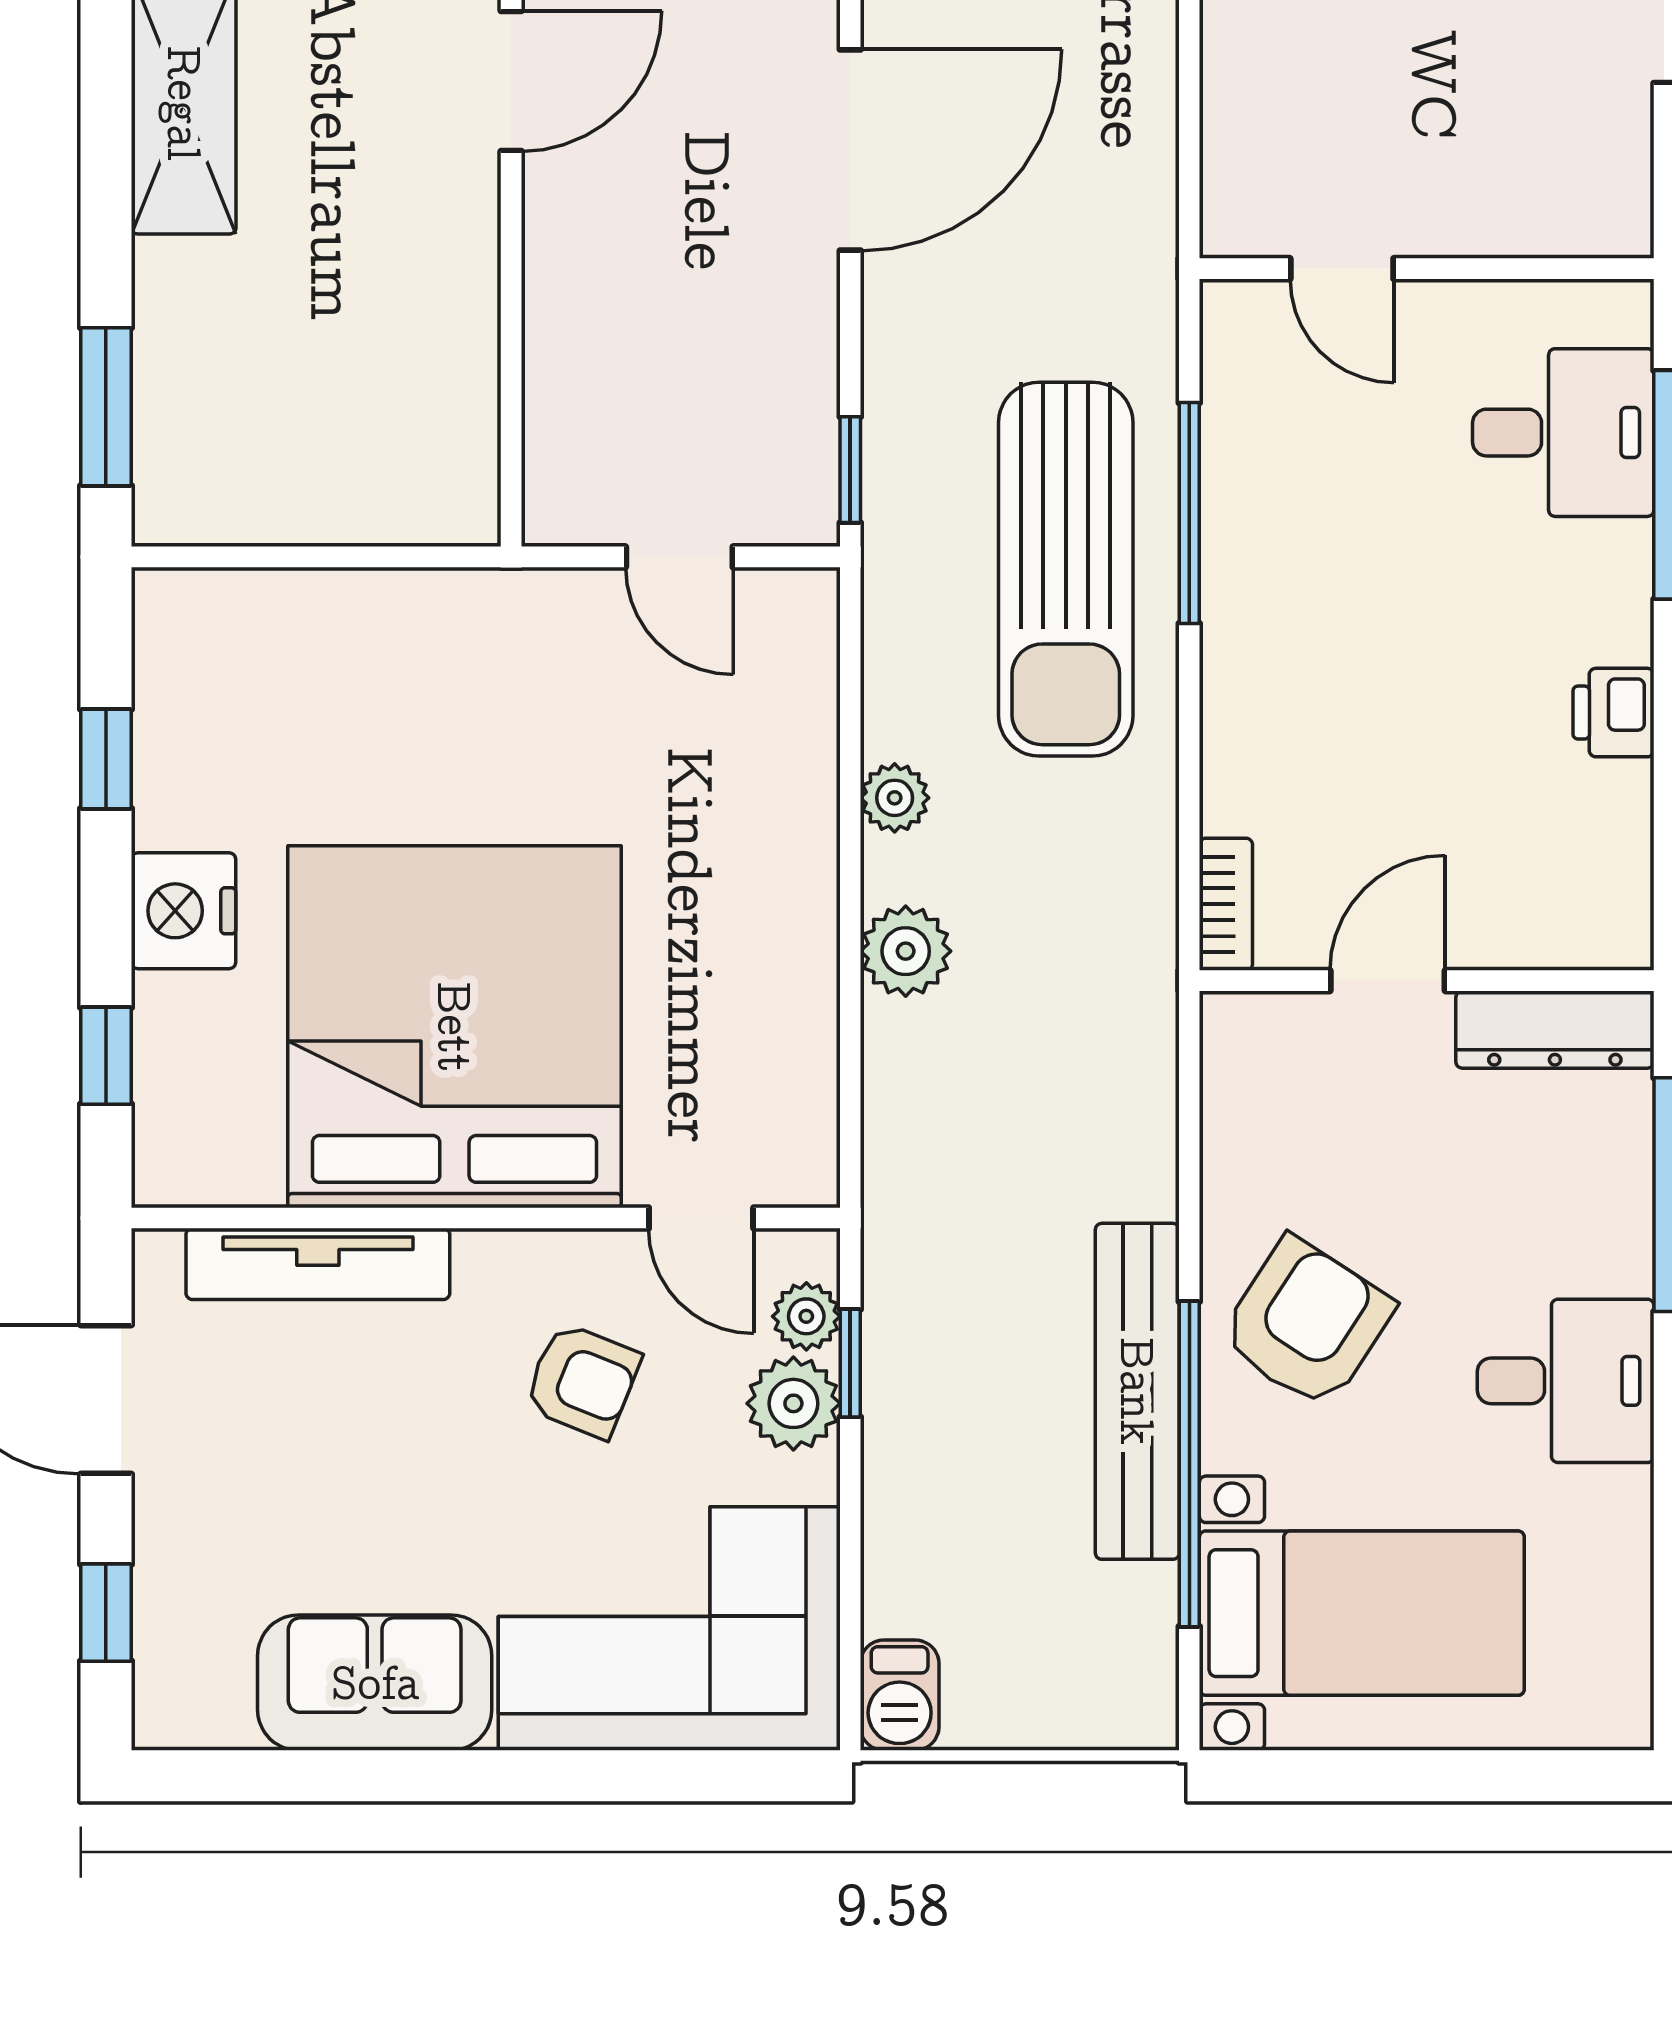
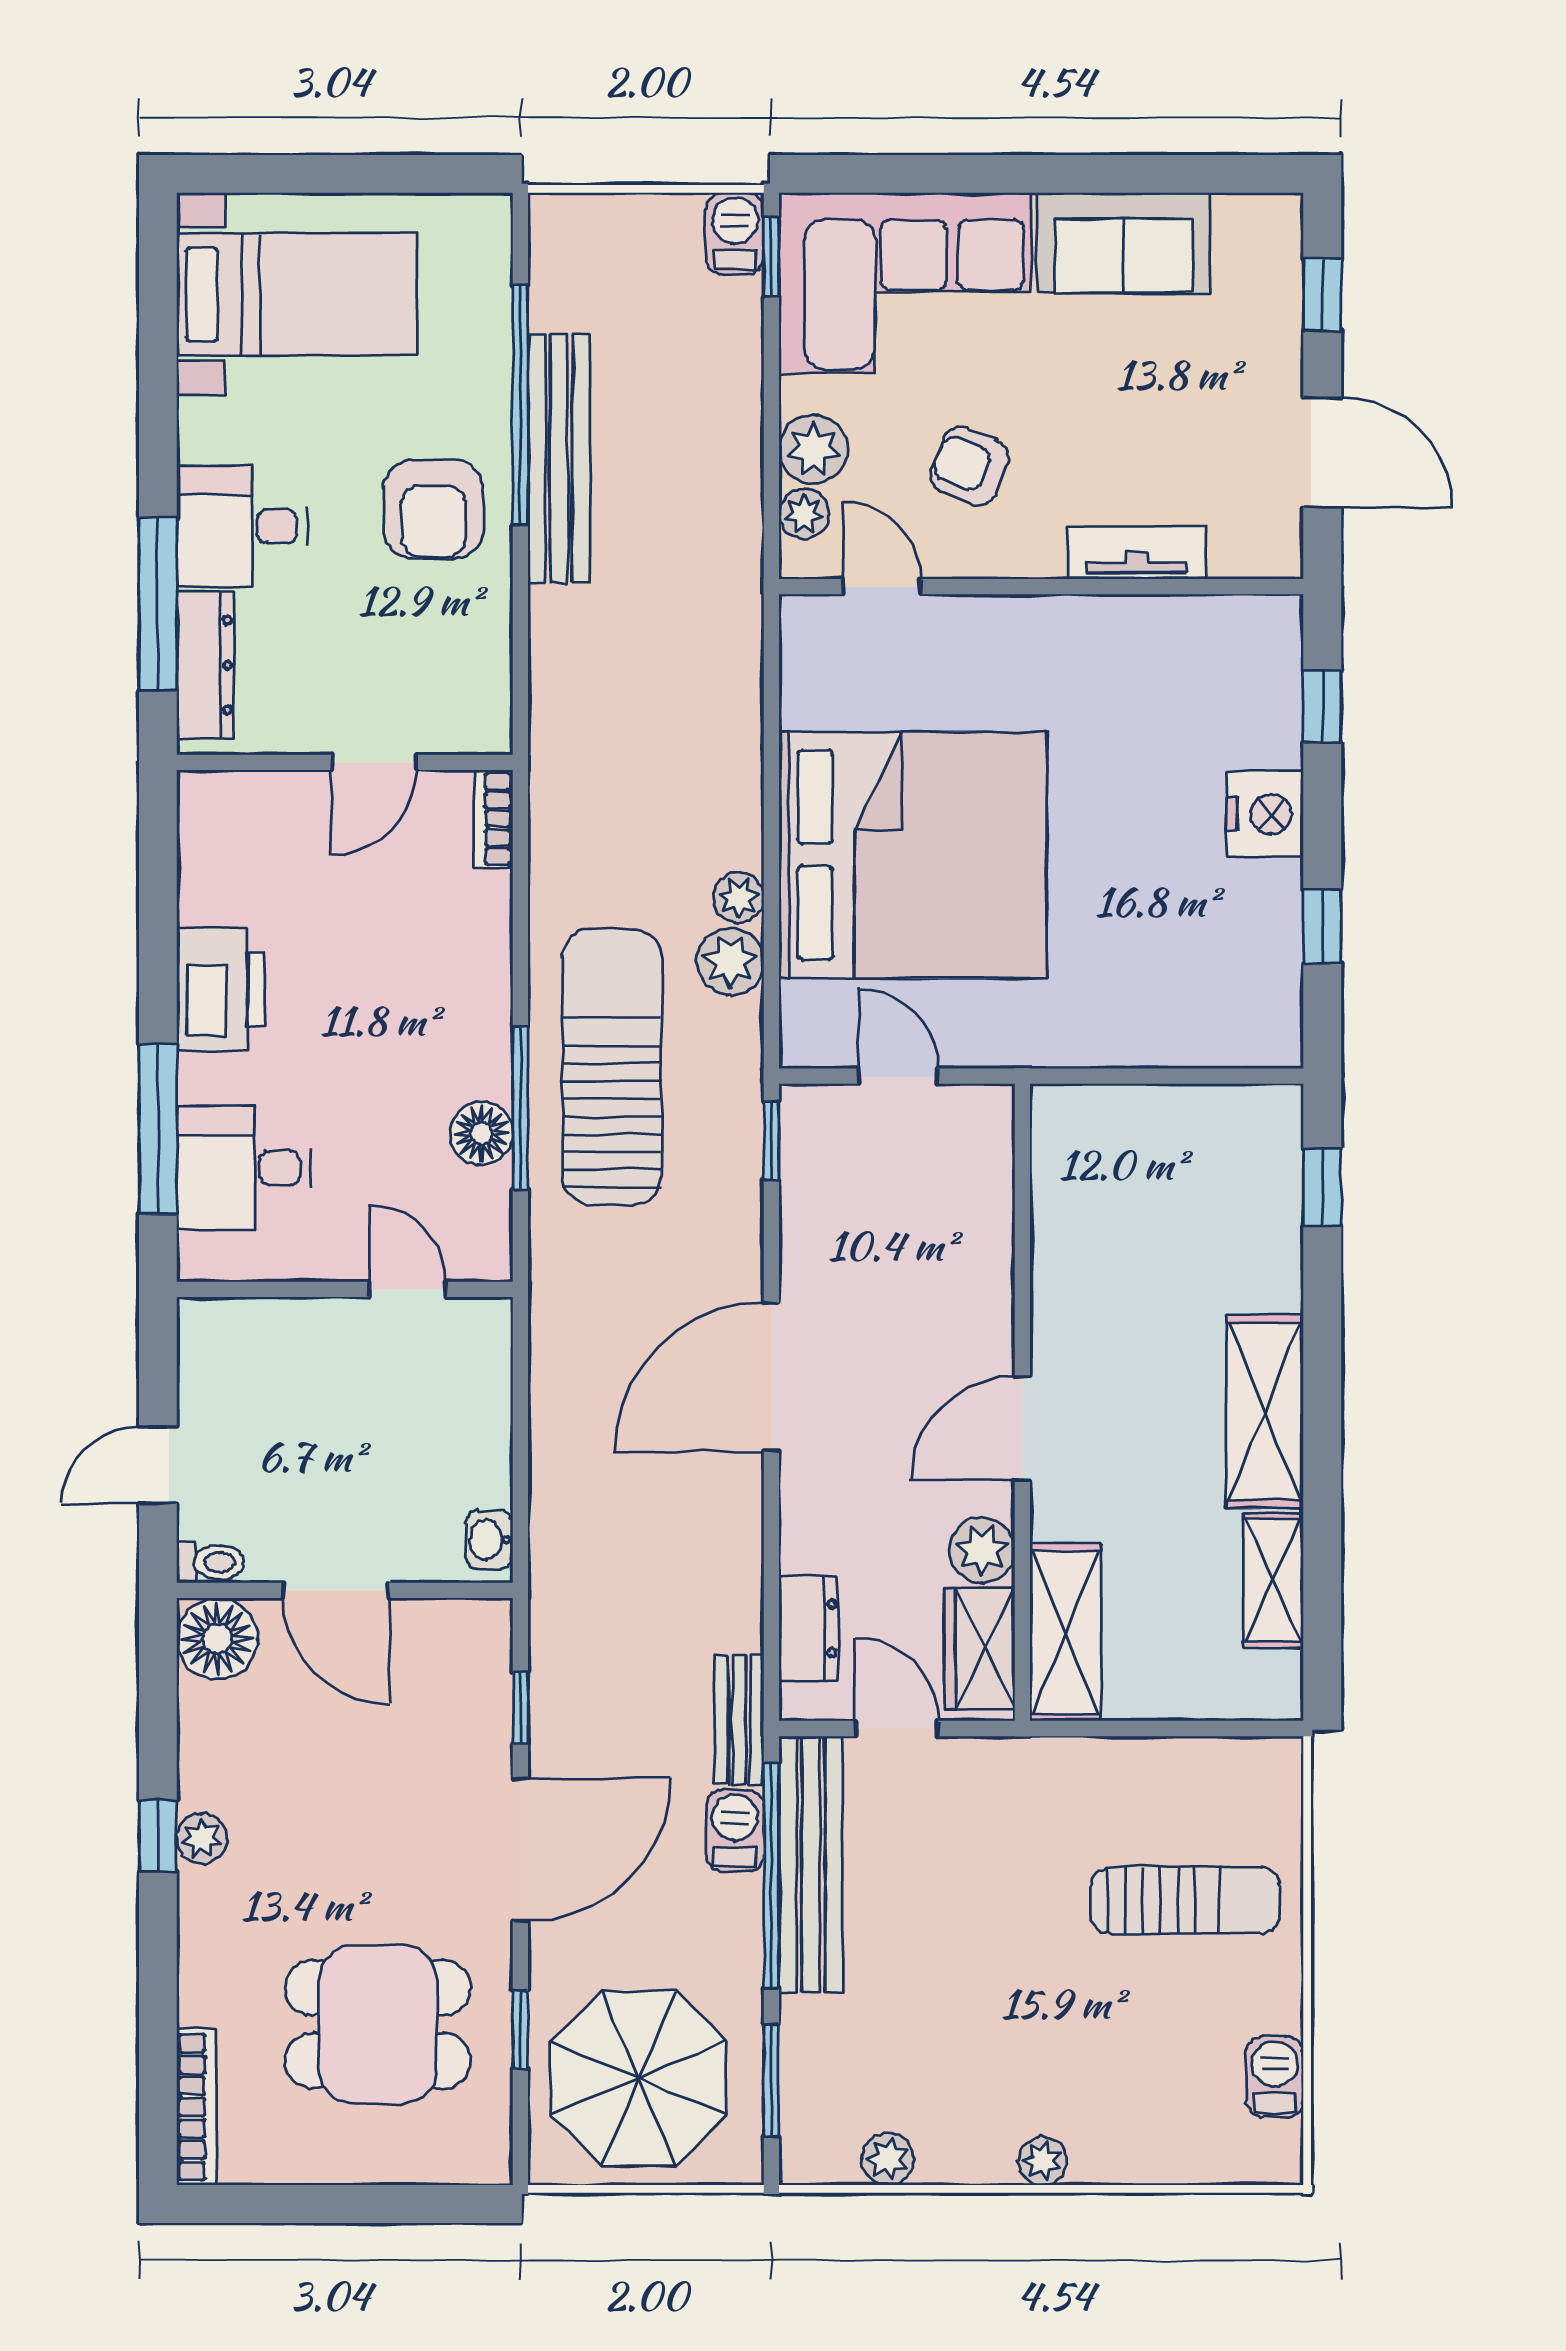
window: (106, 407) -> (1322, 1187), width x0.67
floor lamp: (1242, 479) -> (481, 1133), added
printer: (1614, 713) -> (221, 989), width x1.87, depth x1.48
plant: (906, 951) -> (730, 962), moved
bed: (454, 1027) -> (913, 855), moved, turned -90
dresser: (1555, 1030) -> (205, 665), moved, turned 90
tv unit: (318, 1264) -> (1137, 553), width x0.71
armchair: (1307, 1323) -> (434, 509), turned -33
window: (850, 1363) -> (771, 257), moved
desk: (1566, 1381) -> (242, 526), moved
bed with nightstands: (1362, 1613) -> (297, 294), moved, turned 180

